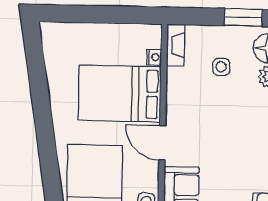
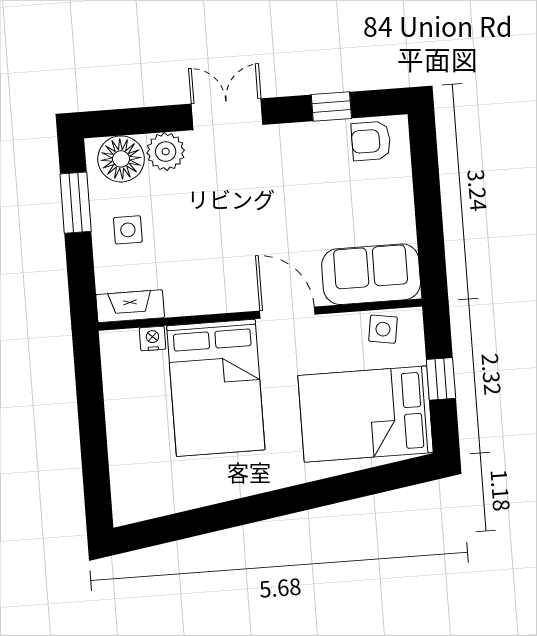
side table: (221, 67) -> (128, 230), moved
door: (162, 143) -> (287, 313), swing flipped

